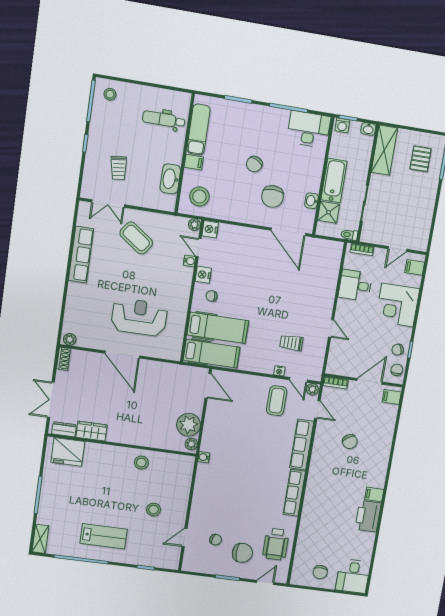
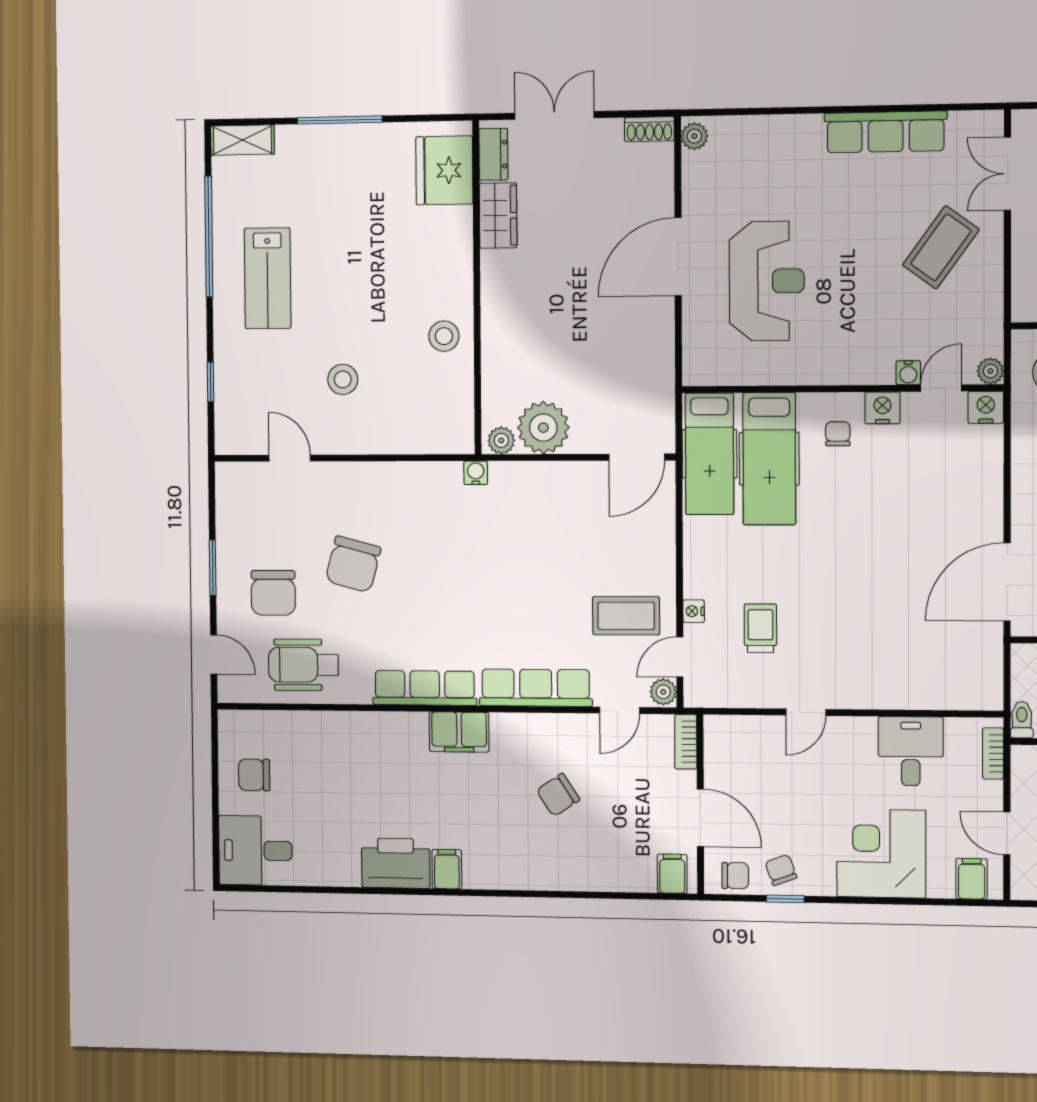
filing cabinet: (316, 481) -> (459, 732), added
chair: (216, 540) -> (353, 564), moved, width x1.87, depth x1.87

